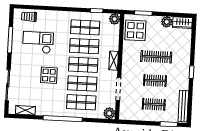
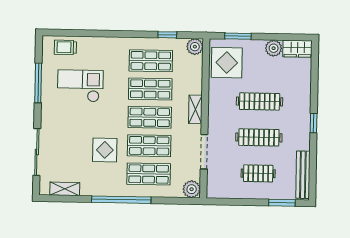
display table: (49, 75) -> (105, 150), moved
clothes rail: (155, 81) -> (259, 137), width x1.36

